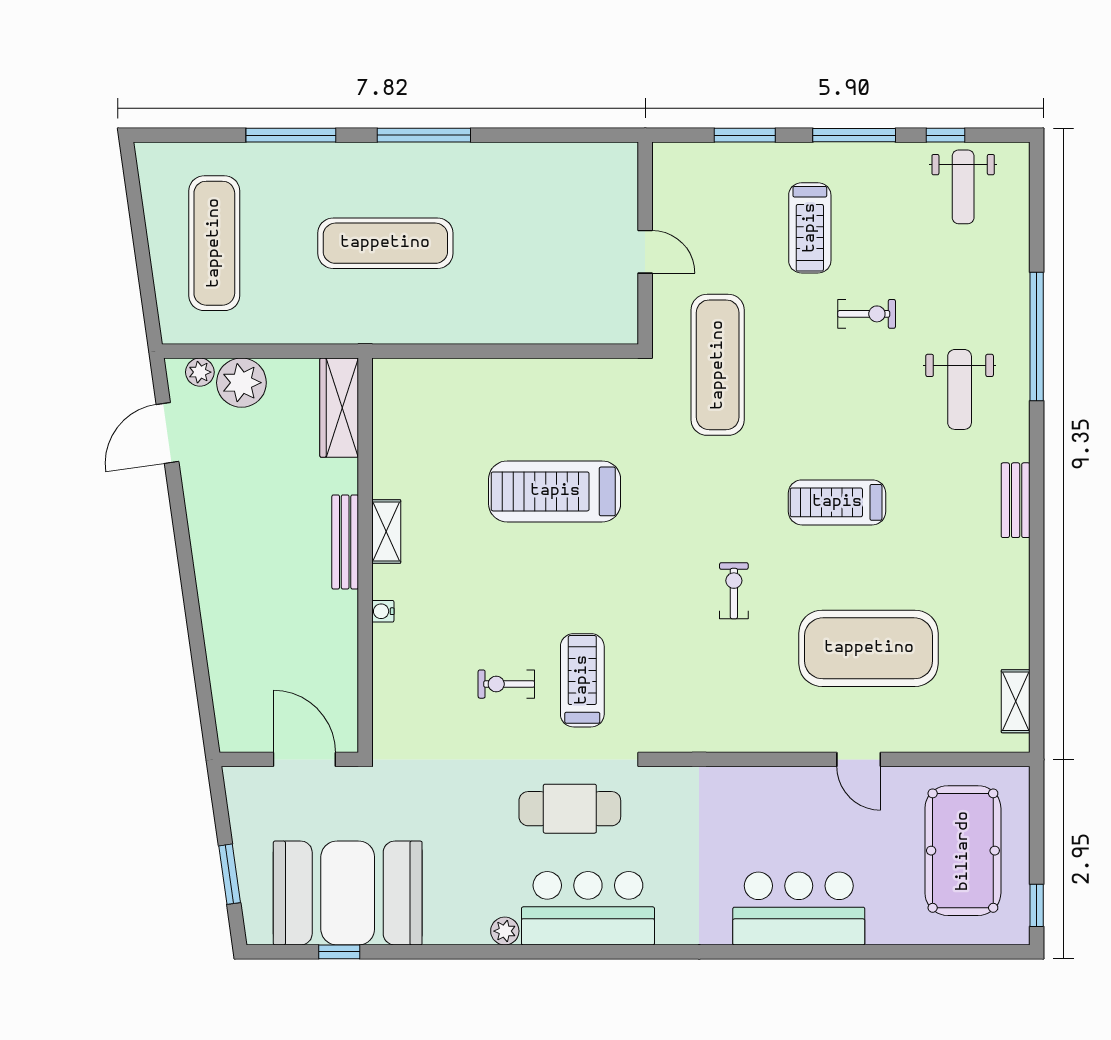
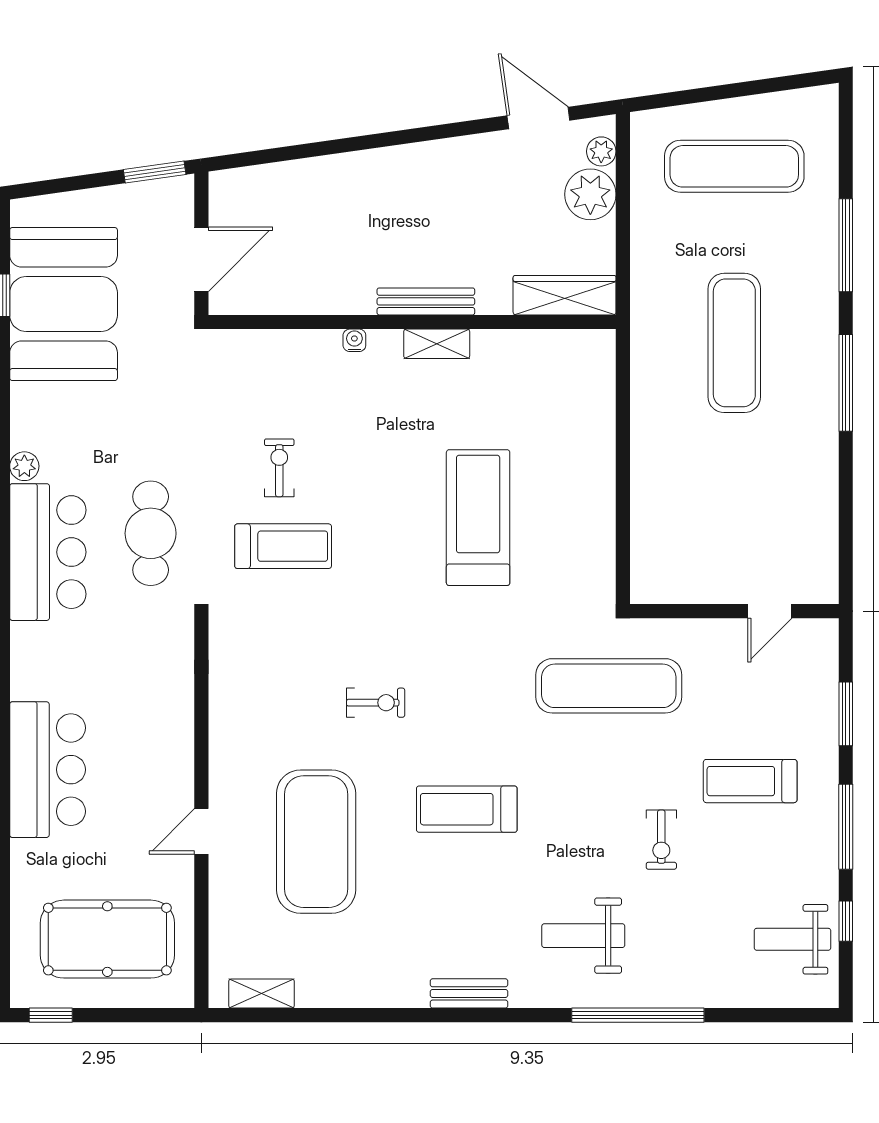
door: (645, 252) -> (770, 611), moved
treadmill: (837, 502) -> (467, 809), turned -90
window: (230, 874) -> (155, 172), moved

